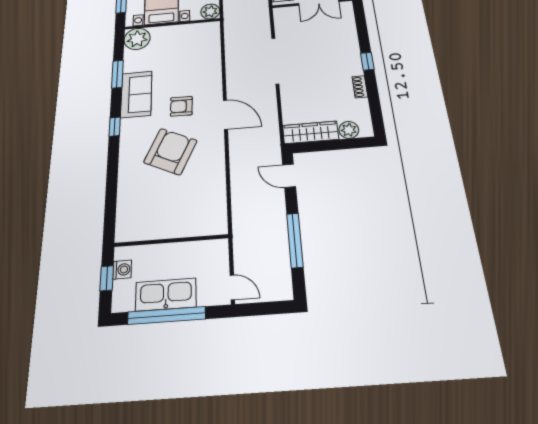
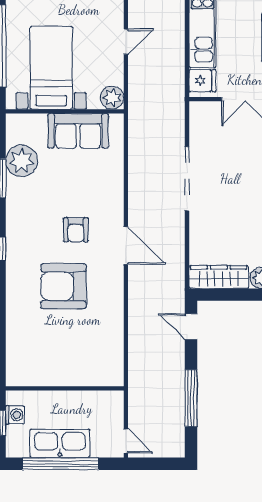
plant: (137, 39) -> (22, 161), moved
sofa: (136, 94) -> (78, 131), moved, turned 90
armchair: (181, 106) -> (76, 230), turned -91
armchair: (170, 151) -> (63, 286), turned -115

